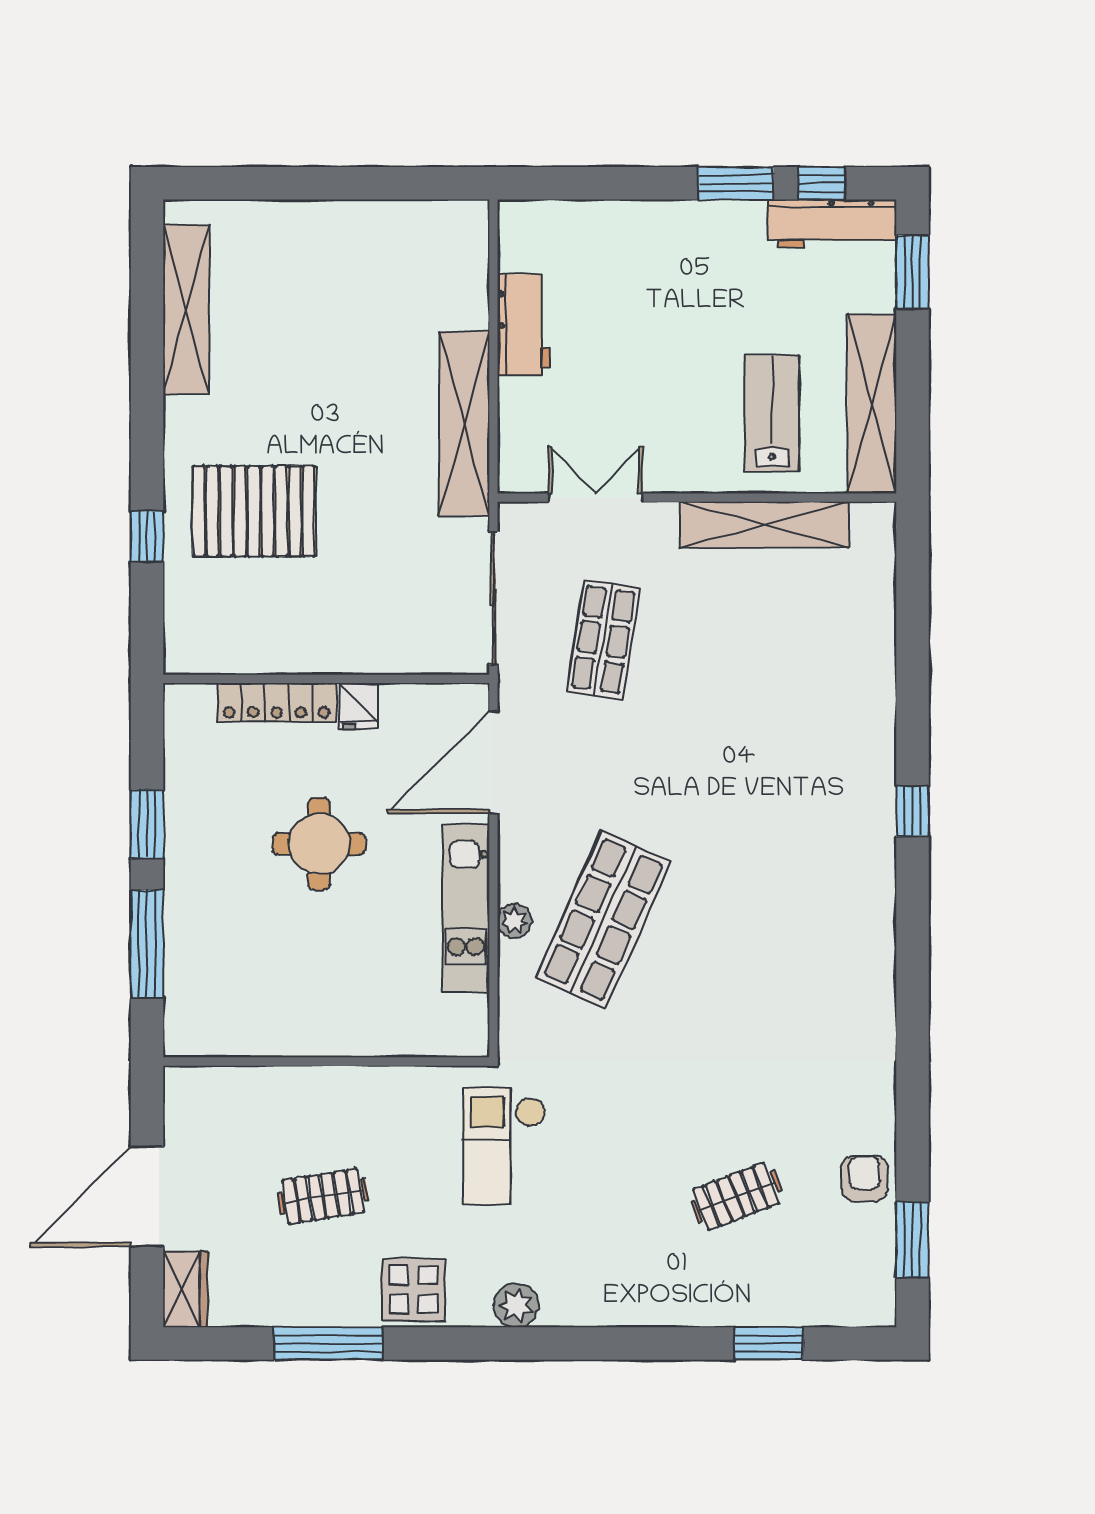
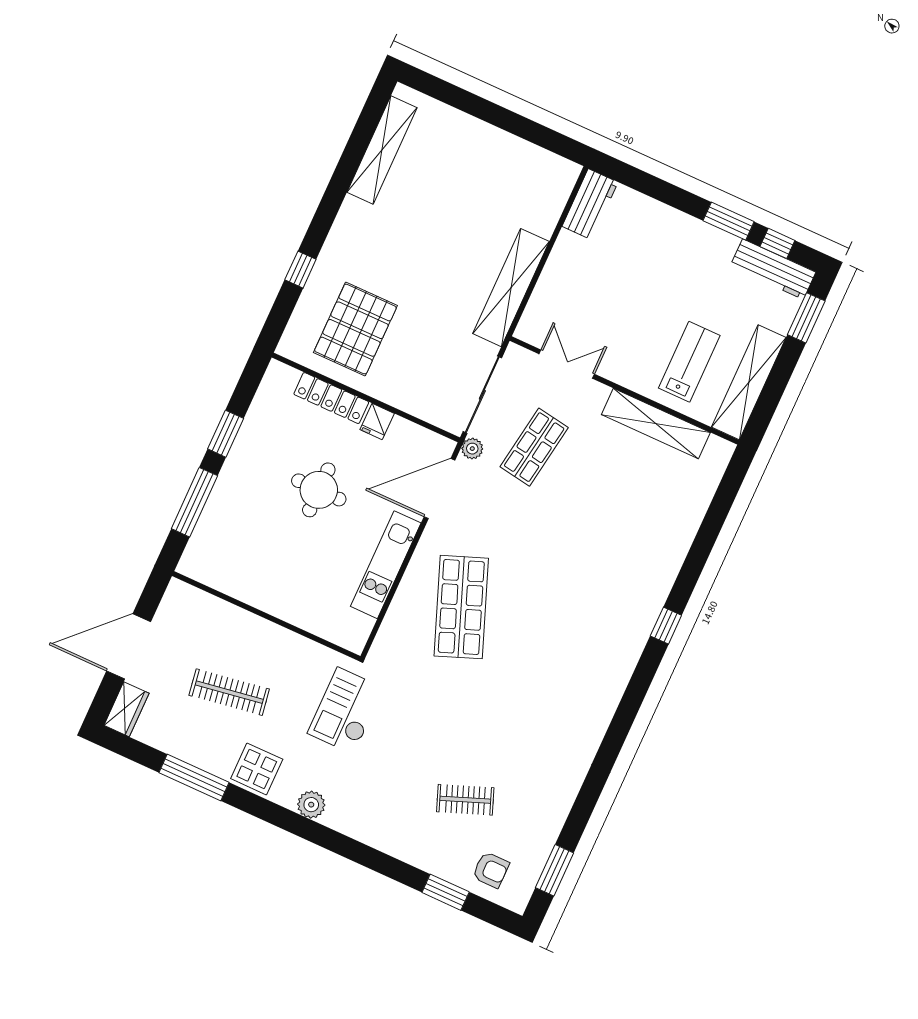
workbench: (524, 325) -> (590, 204), moved
pallet: (254, 511) -> (355, 329), moved, turned 90
shop shelf: (603, 920) -> (461, 607), turned -45
plant: (515, 921) -> (472, 449), moved
armchair: (865, 1178) -> (491, 870), moved, turned 91
clothes rail: (323, 1196) -> (229, 692), width x1.36

